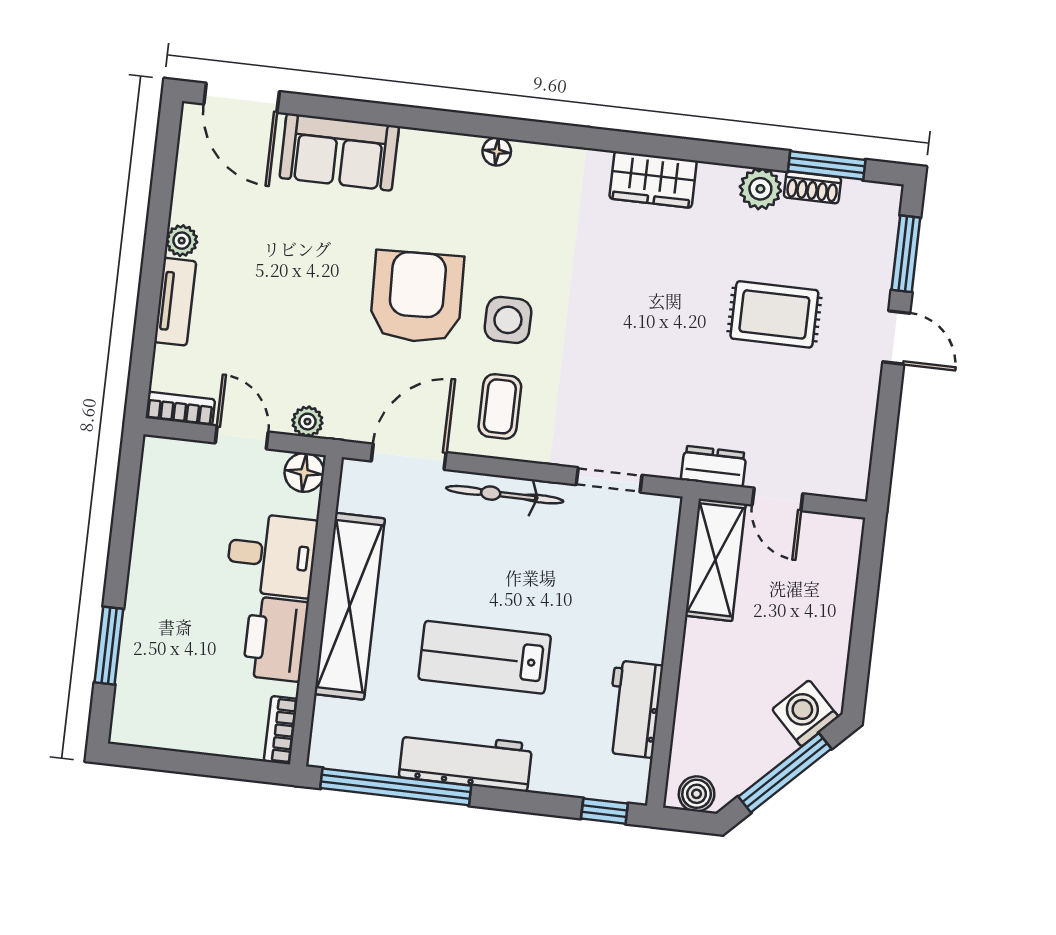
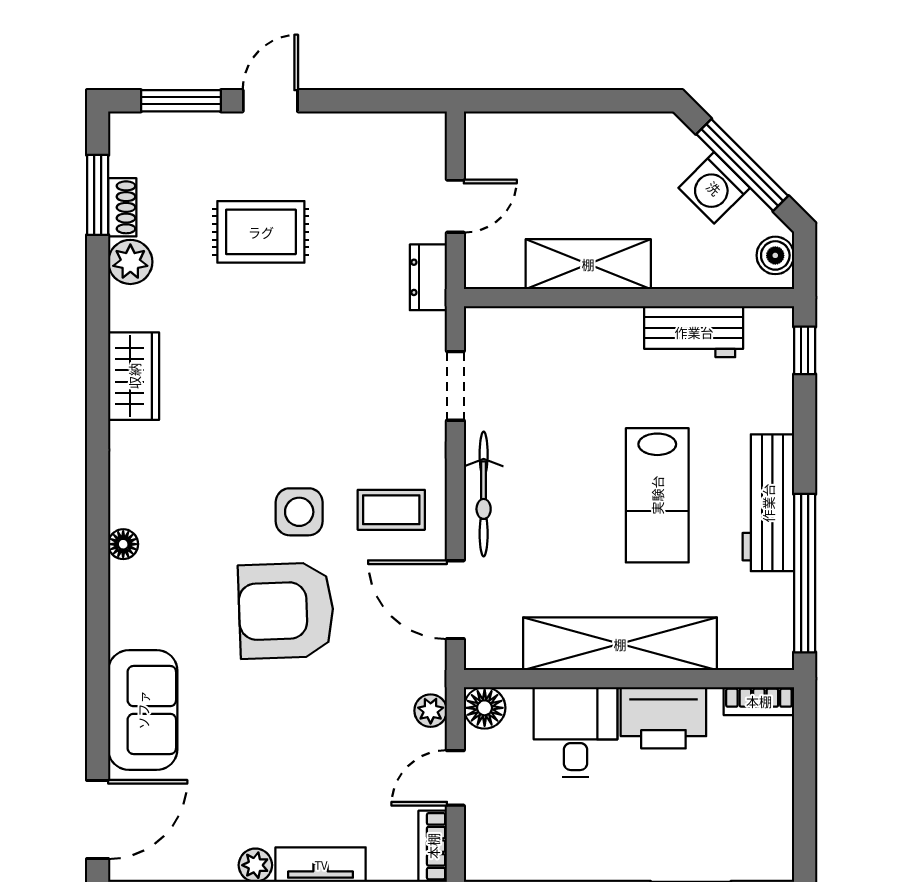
rug: (774, 314) -> (261, 232), turned 90
shelving: (715, 560) -> (588, 264), moved
washing machine: (805, 713) -> (714, 188), moved

